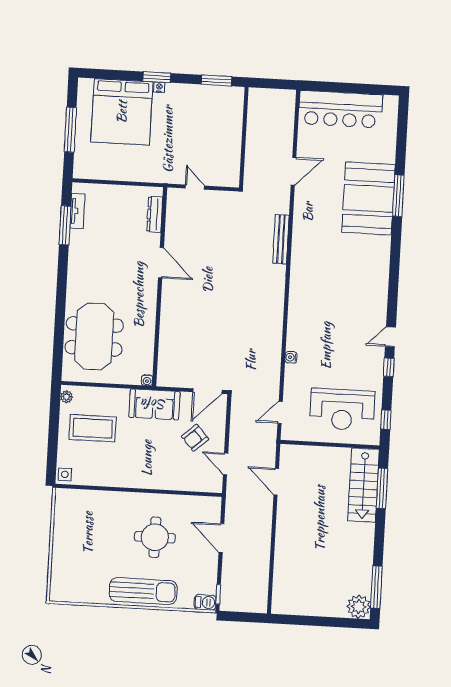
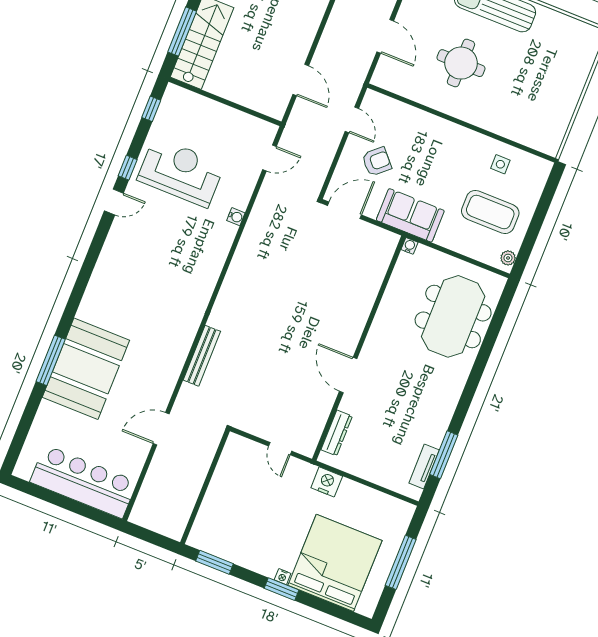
nightstand: (150, 173) -> (327, 482), added
reception desk: (342, 410) -> (181, 172), moved
side table: (65, 474) -> (500, 164), moved

